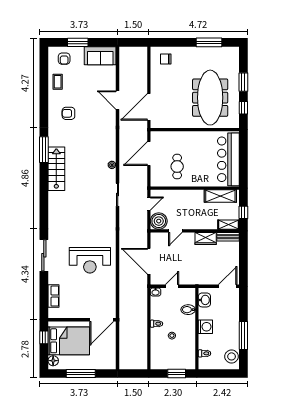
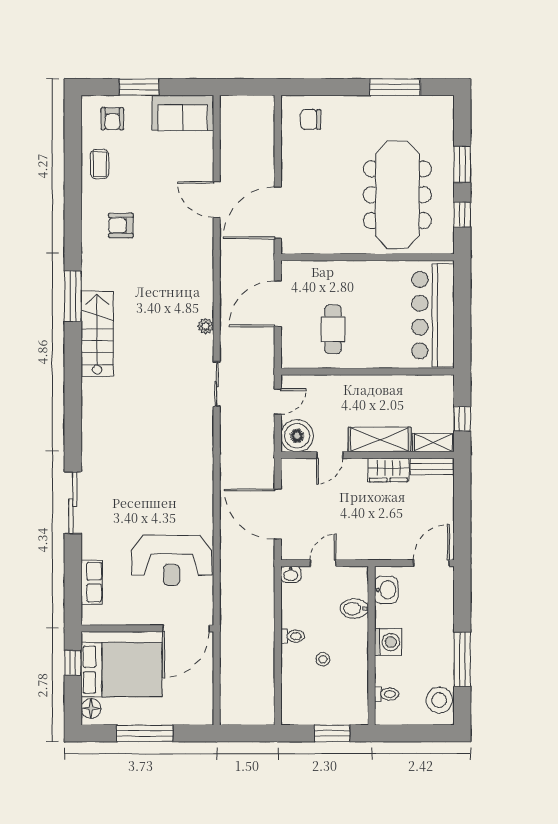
shelving: (220, 196) -> (380, 439), moved
reception desk: (90, 260) -> (172, 560), moved

